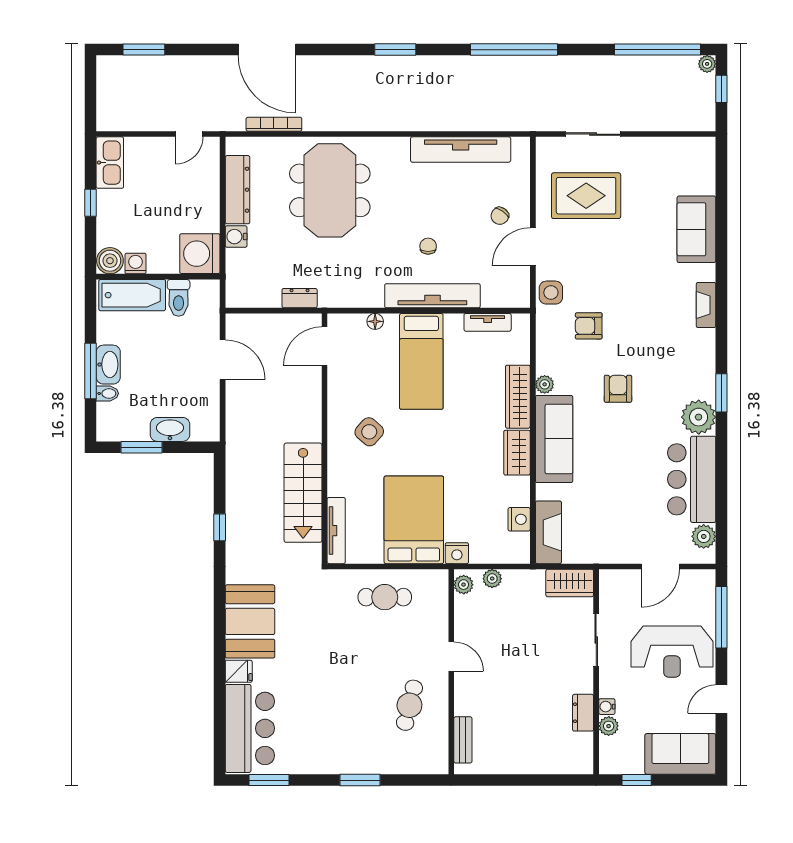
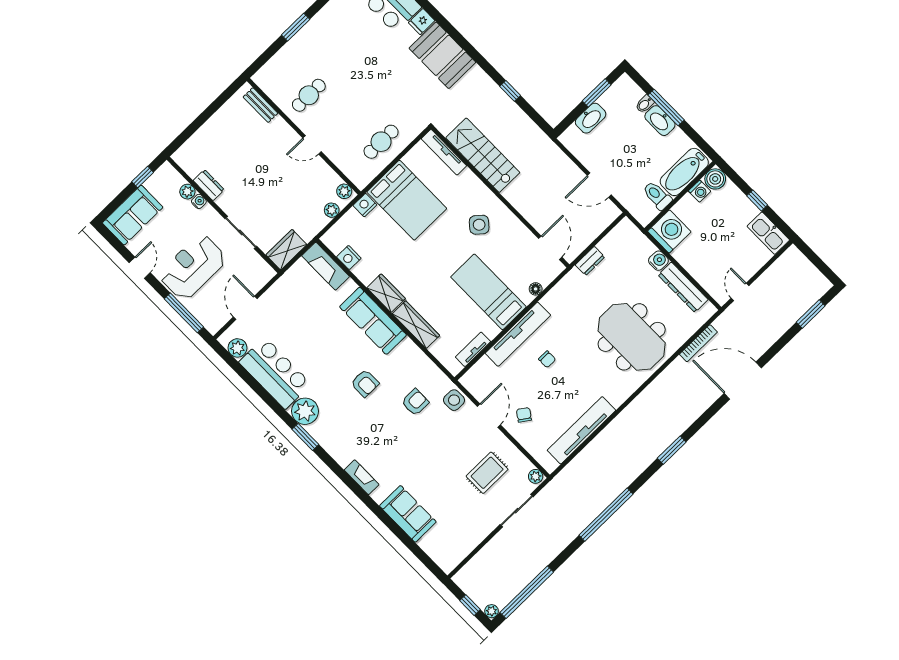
rug: (586, 196) -> (487, 473), width x0.73, depth x0.70
plant: (545, 384) -> (536, 476), moved
cafe table: (409, 705) -> (309, 95), turned 76

